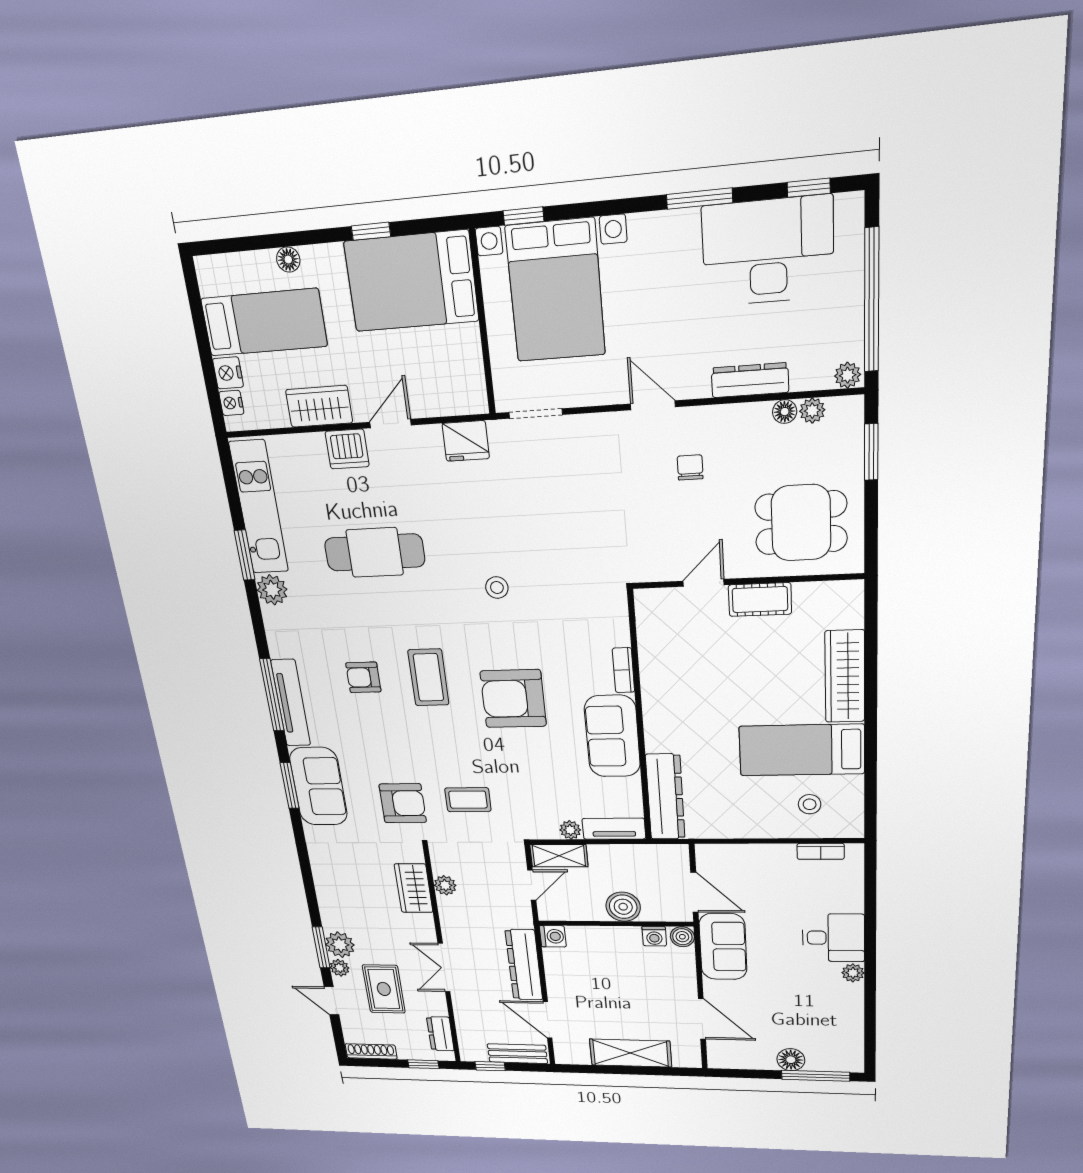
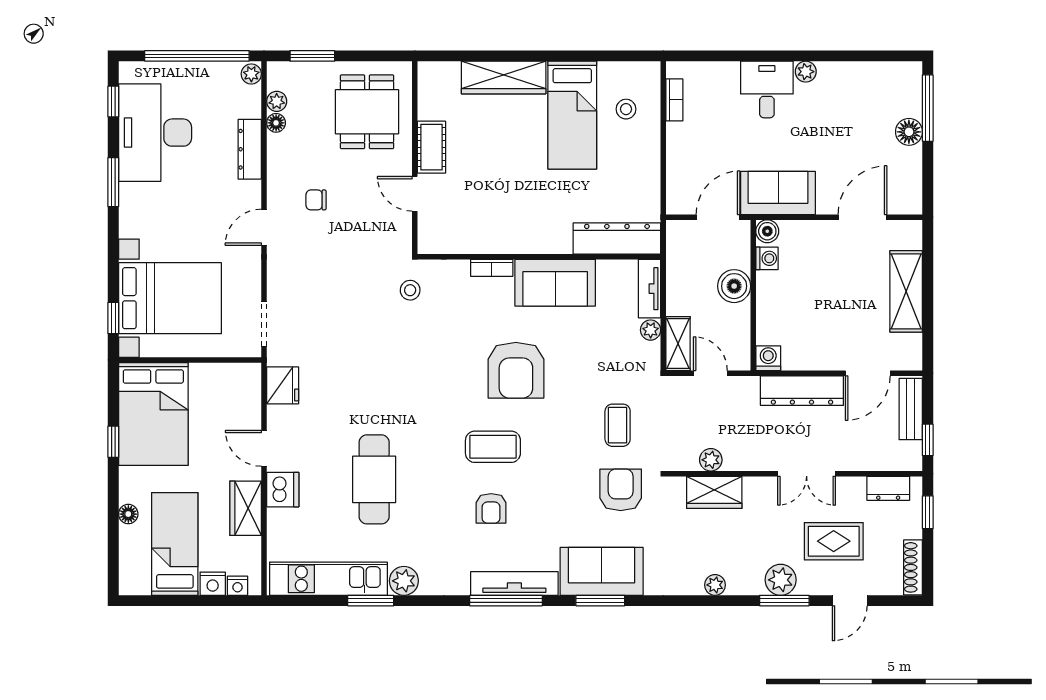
stool: (497, 588) -> (410, 290), moved
plant: (339, 968) -> (715, 585), moved

